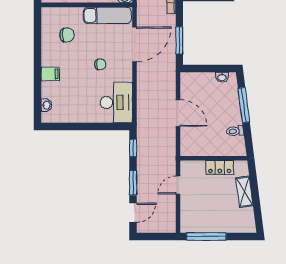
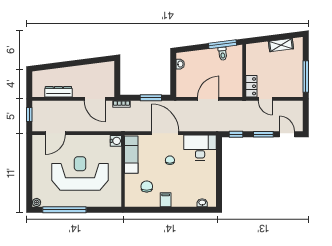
door: (135, 44) -> (165, 133), moved
filing cabinet: (50, 74) -> (166, 200), moved
window: (244, 105) -> (223, 44), moved
locker: (220, 167) -> (251, 86), moved
shelving: (244, 192) -> (281, 45), moved

